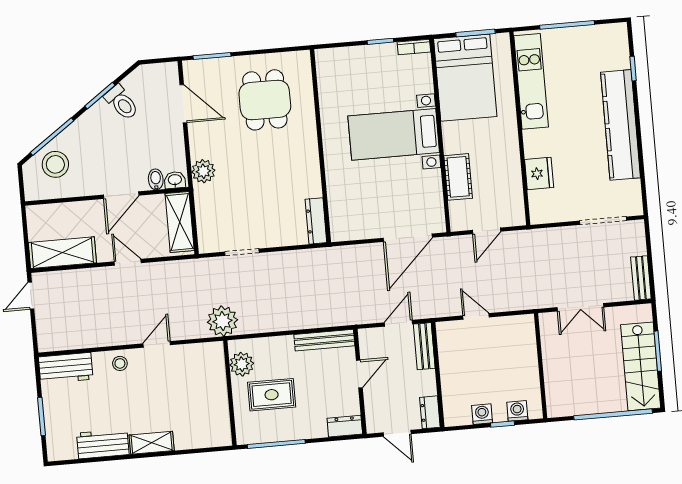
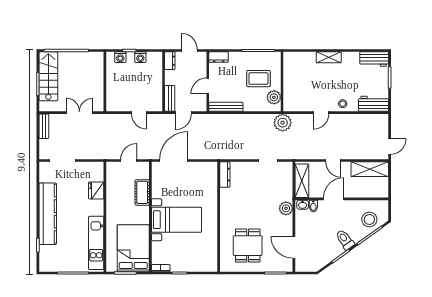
toilet: (122, 103) -> (345, 240), moved
workbench: (103, 444) -> (374, 59), moved

